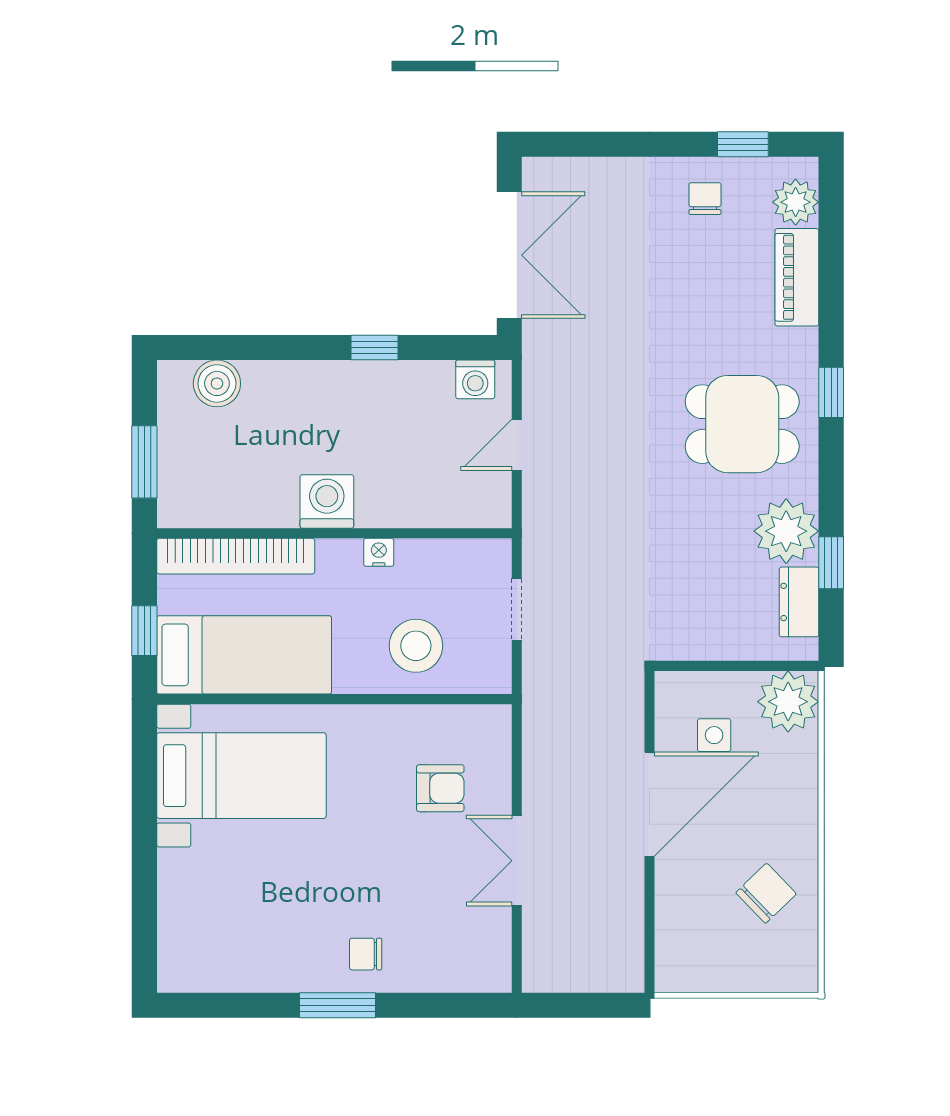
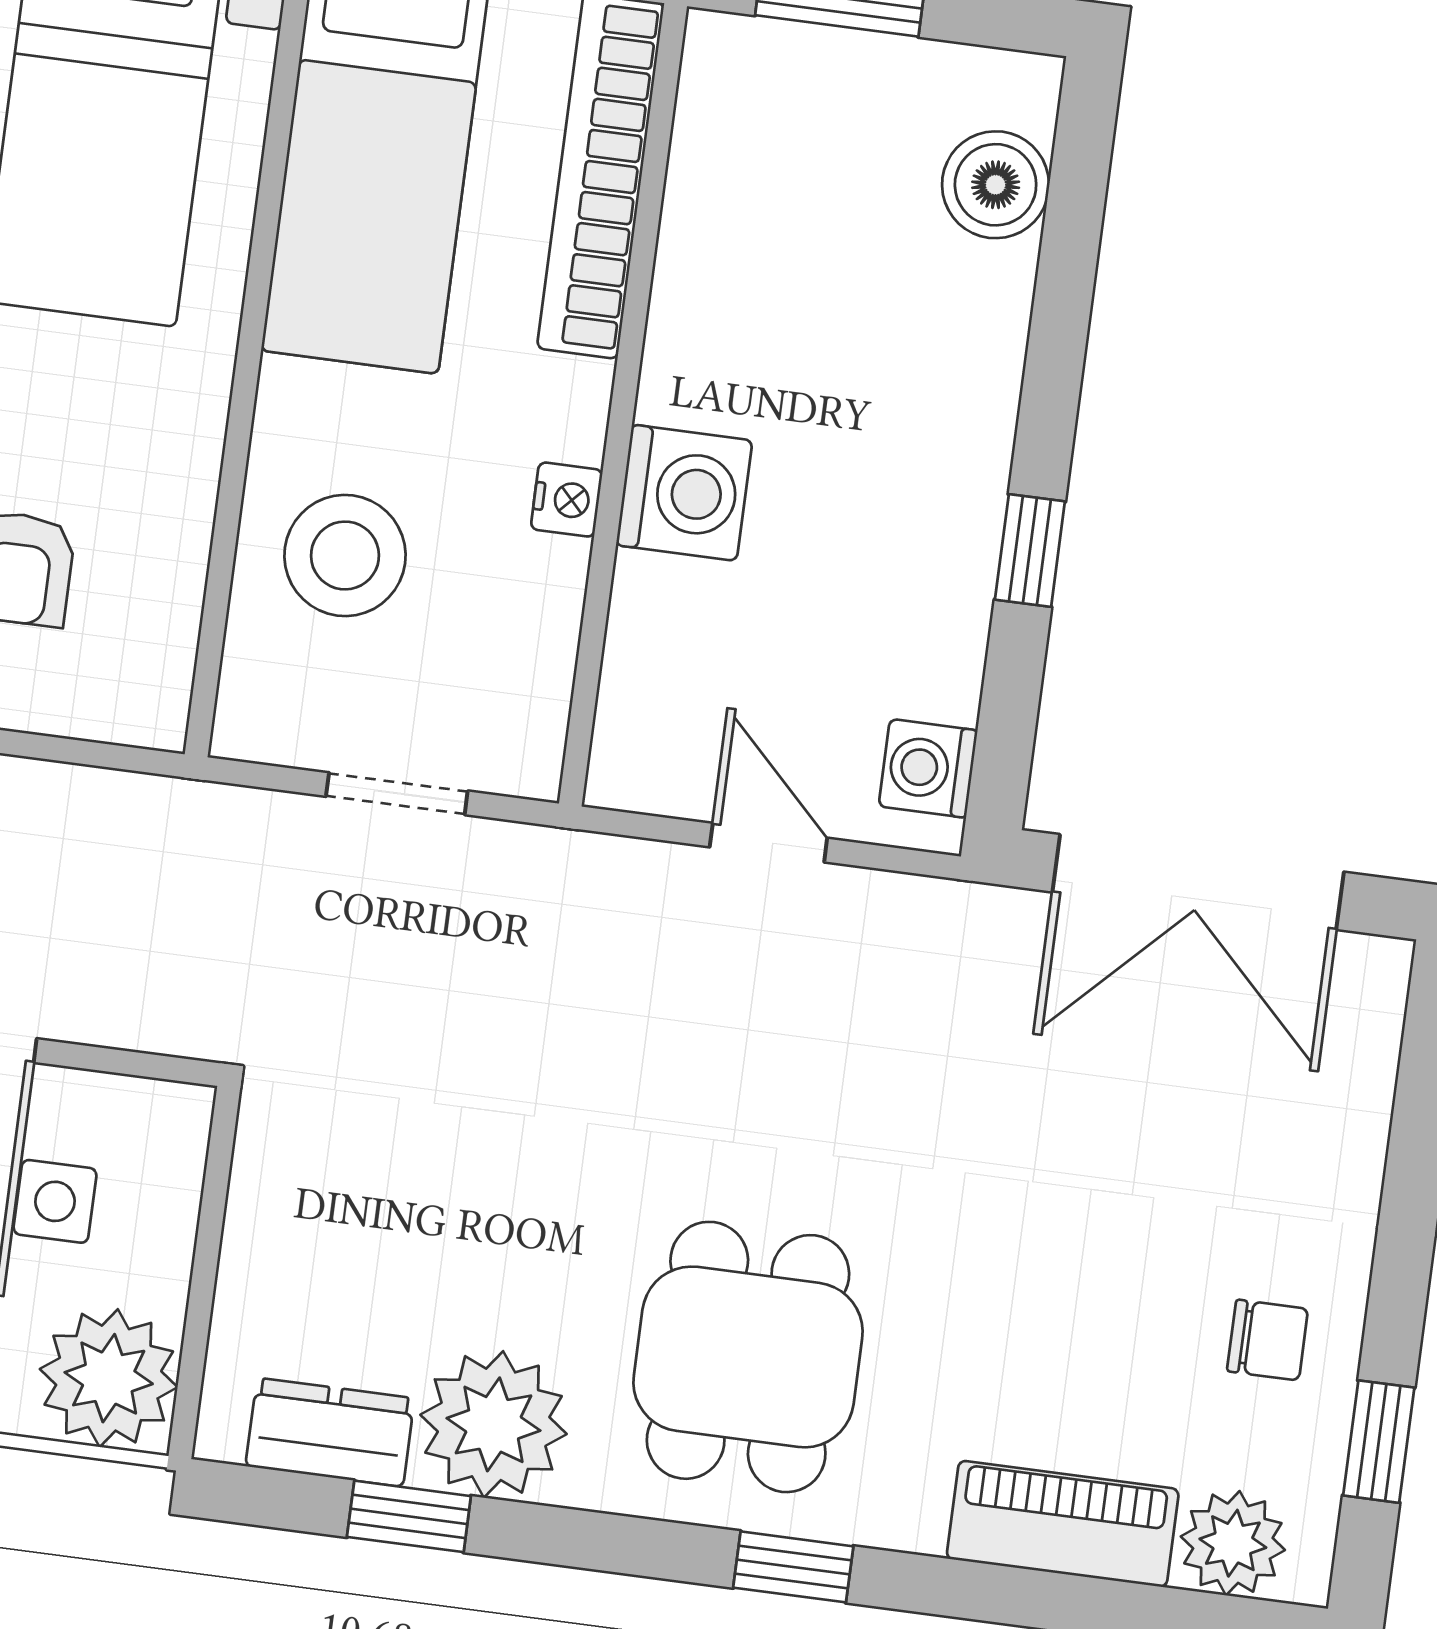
washing machine: (327, 501) -> (684, 493), moved

